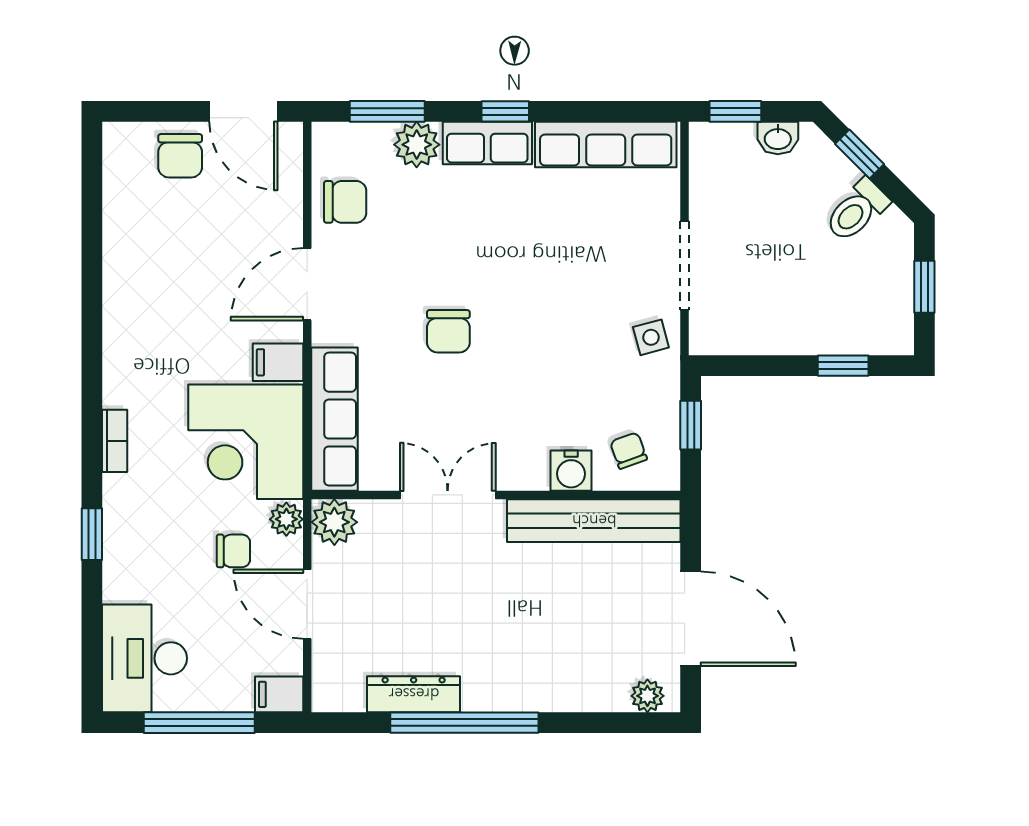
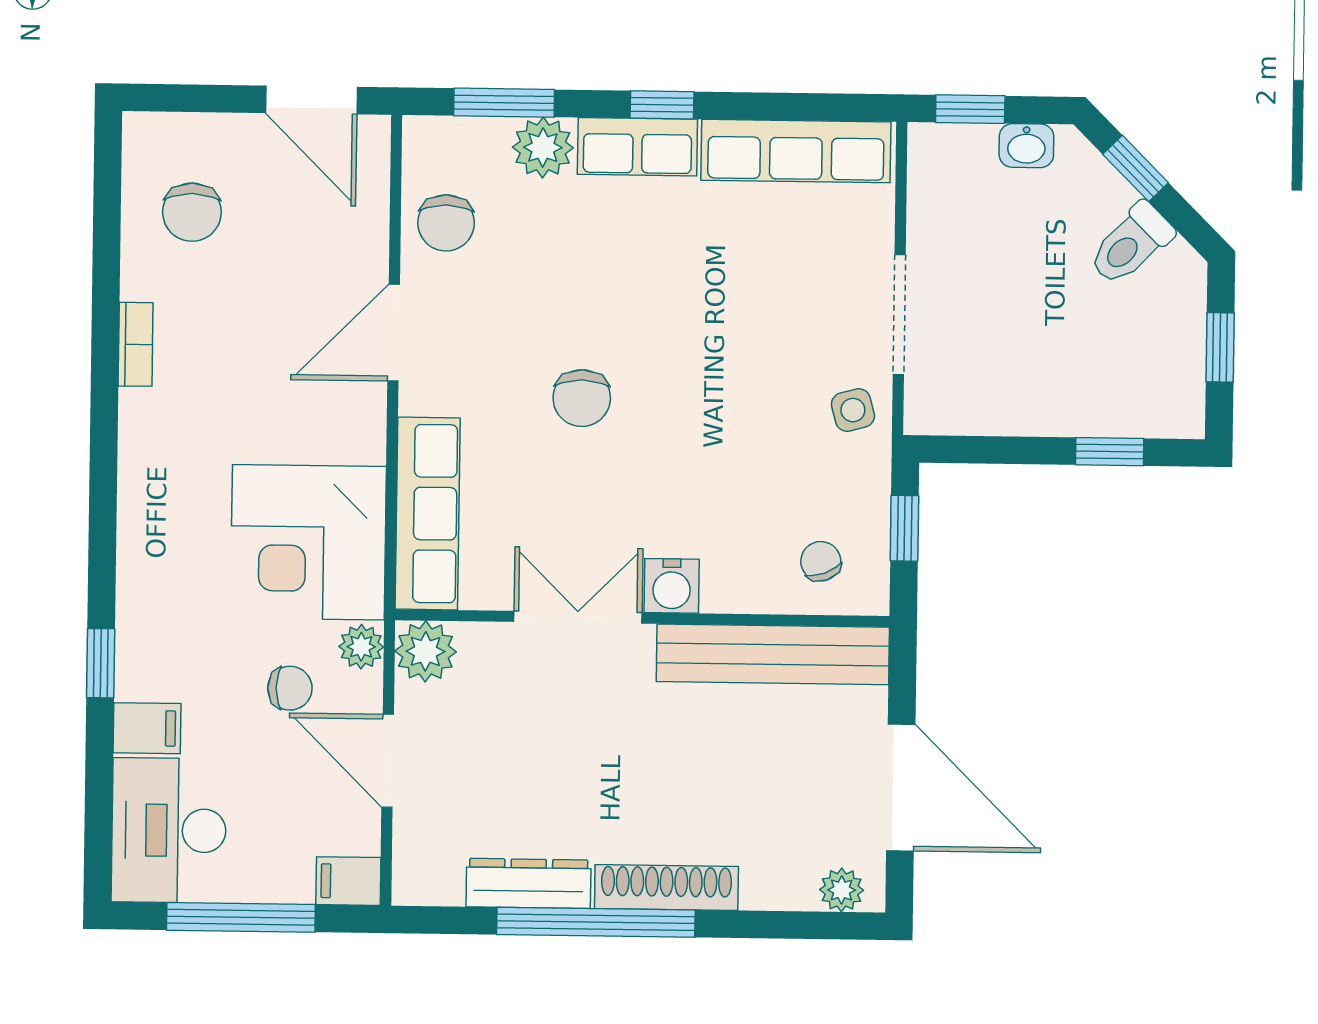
chair: (180, 156) -> (192, 212), moved
chair: (345, 202) -> (446, 223), turned 90
filing cabinet: (278, 362) -> (147, 728), moved, turned 180
bookcase: (115, 441) -> (136, 344), moved
water cooler: (571, 471) -> (672, 586), moved
shoe rack: (517, 696) -> (666, 887), added

